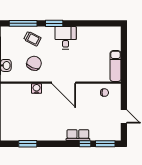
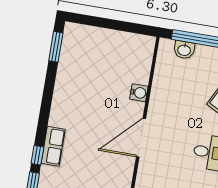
chair: (34, 63) -> (180, 95), removed
window: (28, 144) -> (56, 47), moved

